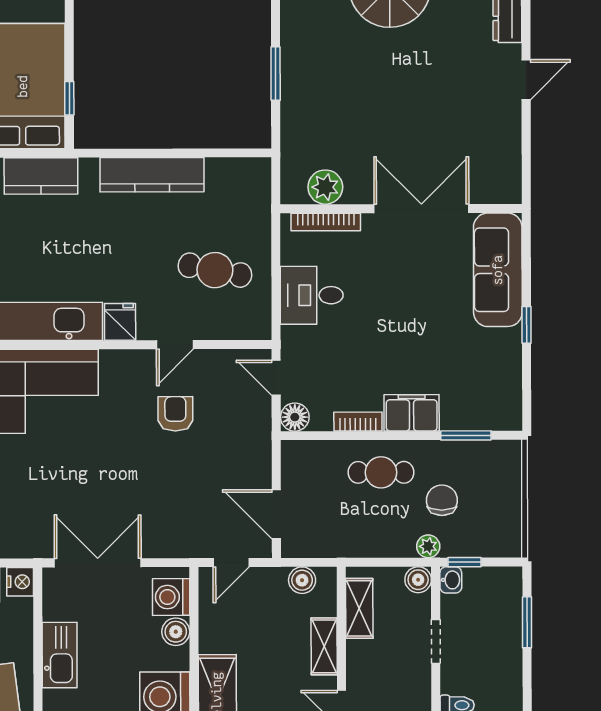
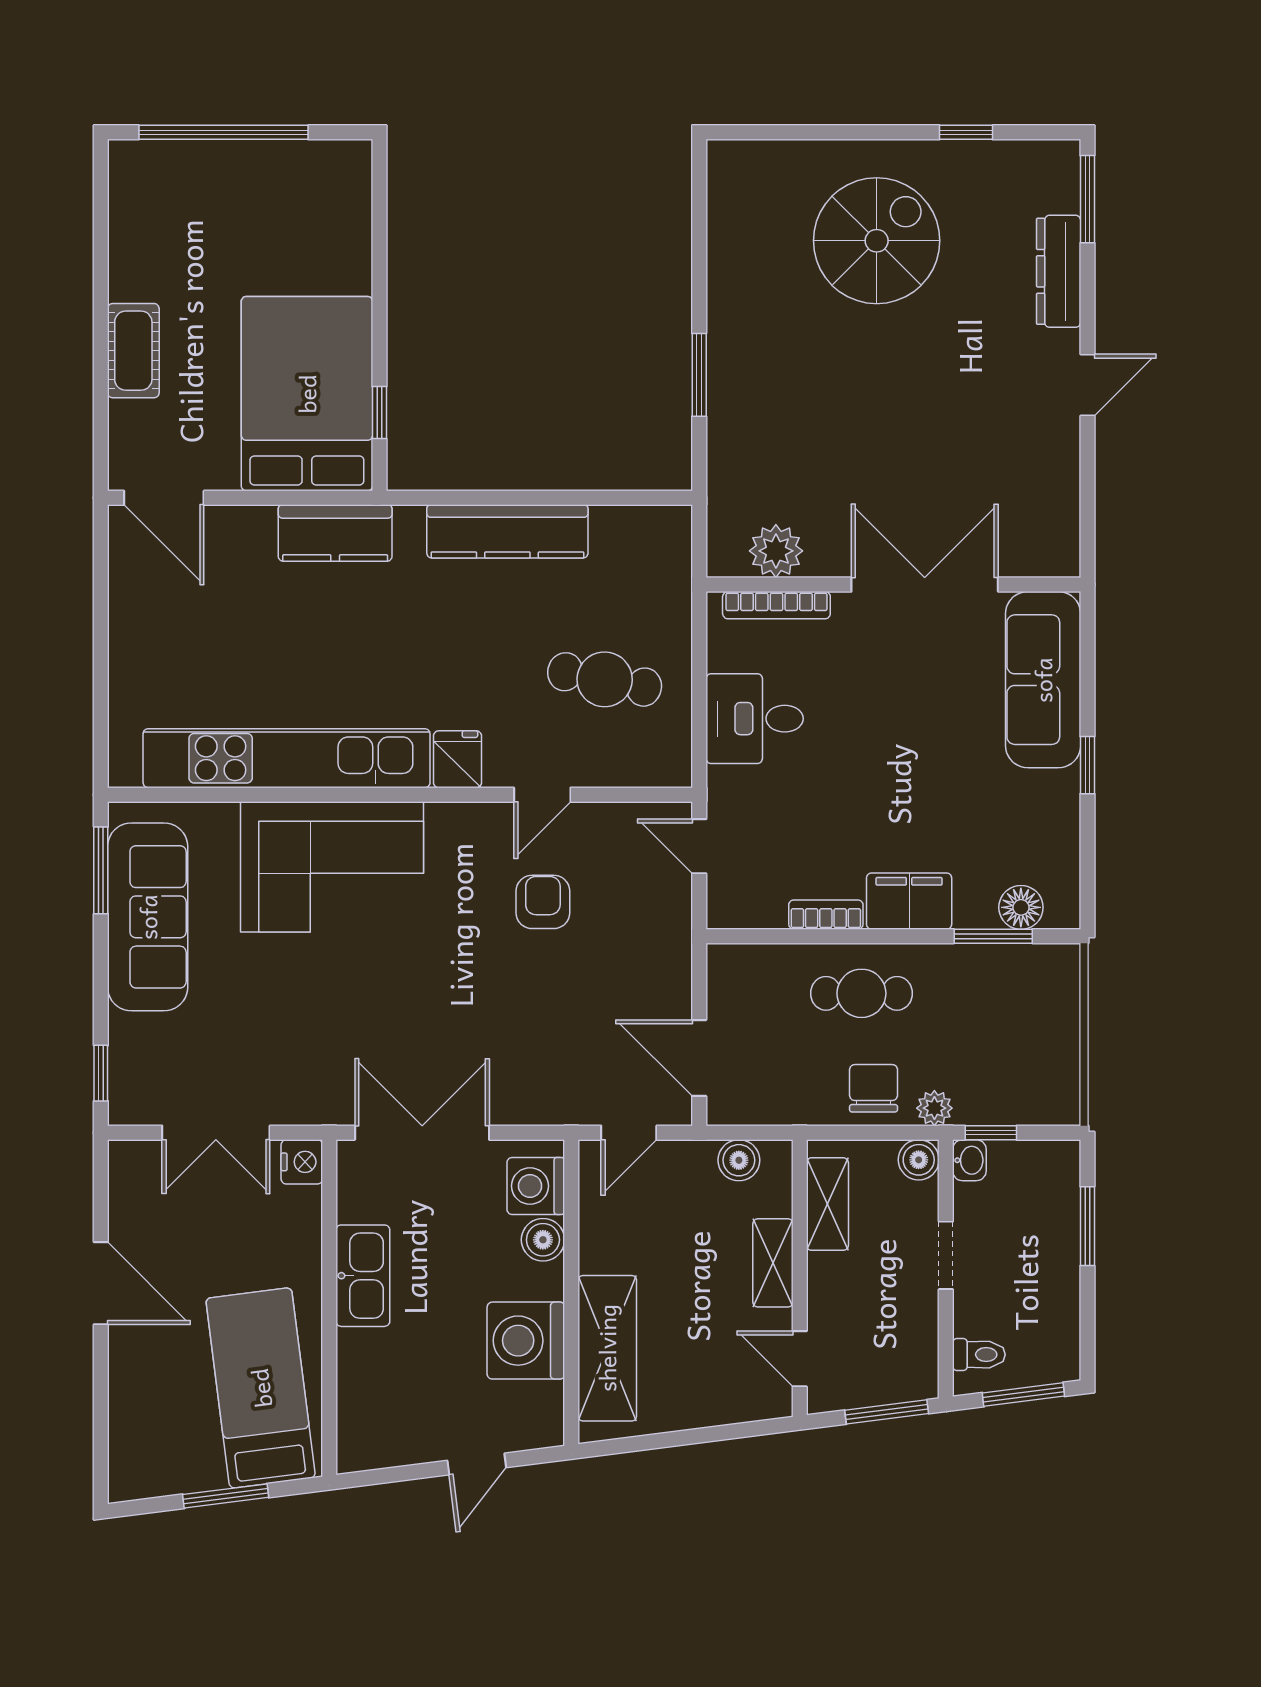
floor lamp: (295, 417) -> (1021, 907), moved
chair: (442, 500) -> (874, 1088), moved

